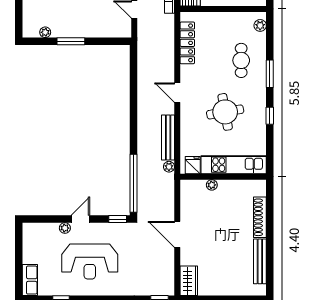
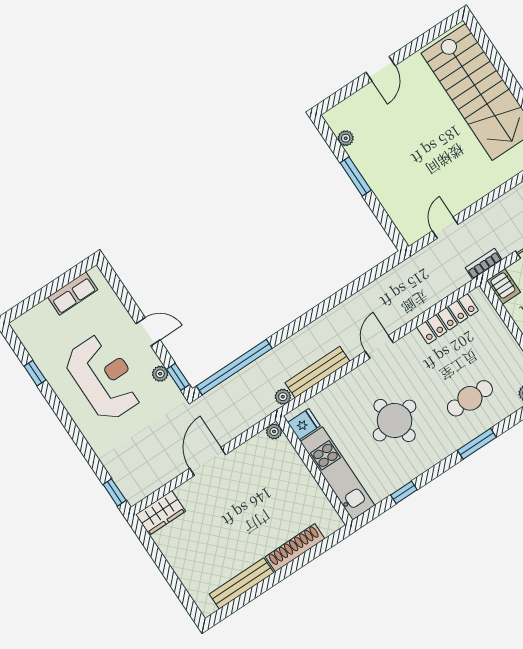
window: (270, 116) -> (404, 492), moved
plant: (212, 185) -> (274, 431), moved
plant: (65, 228) -> (160, 374), moved
reception desk: (90, 262) -> (104, 377), turned 180
row of seats: (30, 280) -> (73, 293), moved

